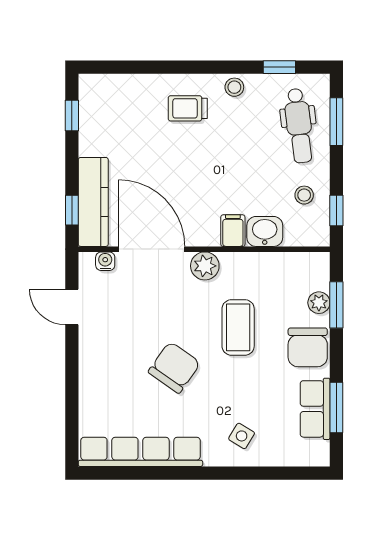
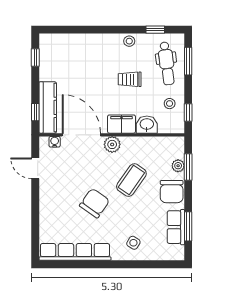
trolley: (188, 108) -> (130, 79), moved
filing cabinet: (233, 231) -> (121, 124), width x2.00
coffee table: (238, 327) -> (131, 180), turned 35

